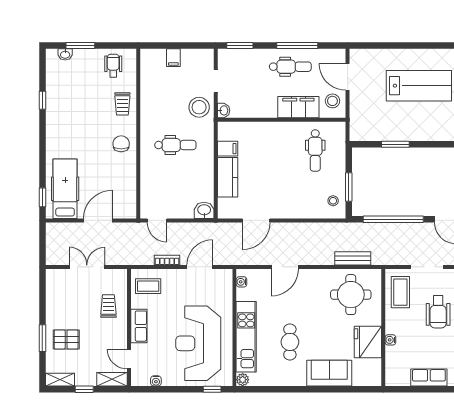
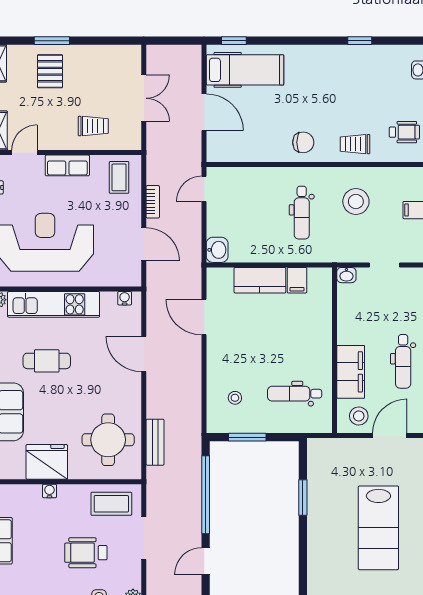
stool: (199, 107) -> (356, 201), moved
stool: (333, 201) -> (235, 398), moved

